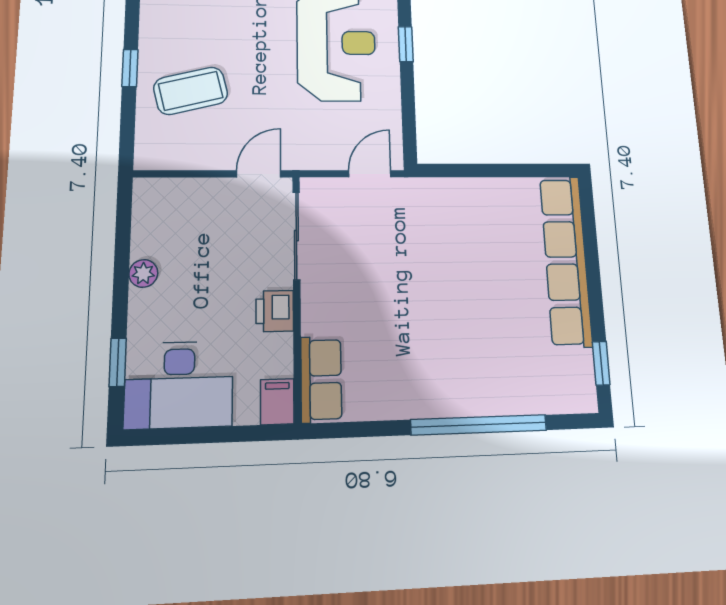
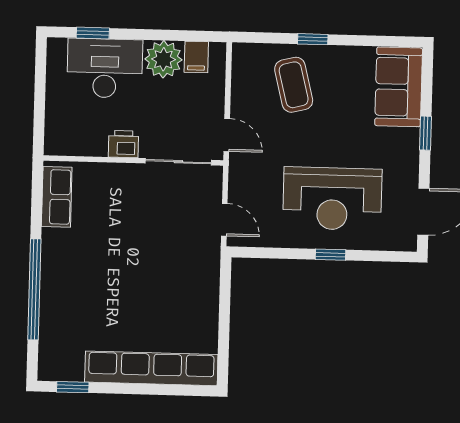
plant: (143, 273) -> (163, 59), width x1.88, depth x1.88
row of seats: (321, 379) -> (57, 197), moved, turned -90
desk: (179, 385) -> (105, 68), moved, turned 90
filing cabinet: (277, 402) -> (196, 57), moved, turned 90

